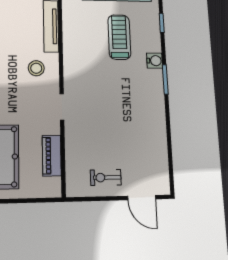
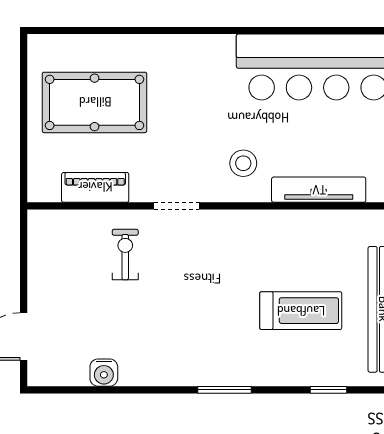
water cooler: (155, 61) -> (104, 373), moved
exercise bike: (106, 177) -> (125, 255), moved

